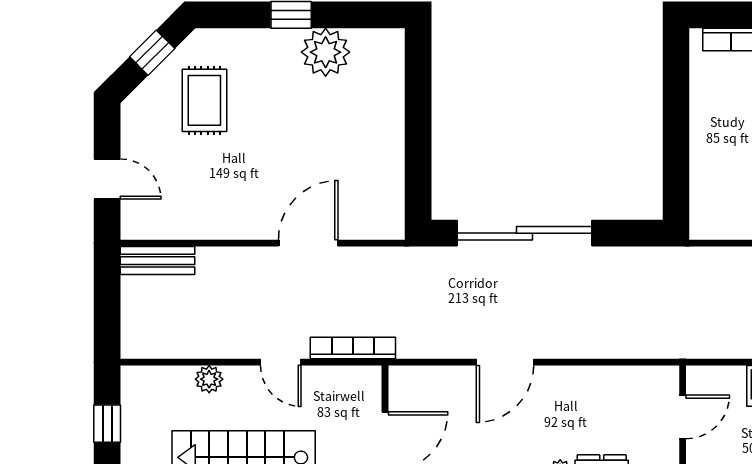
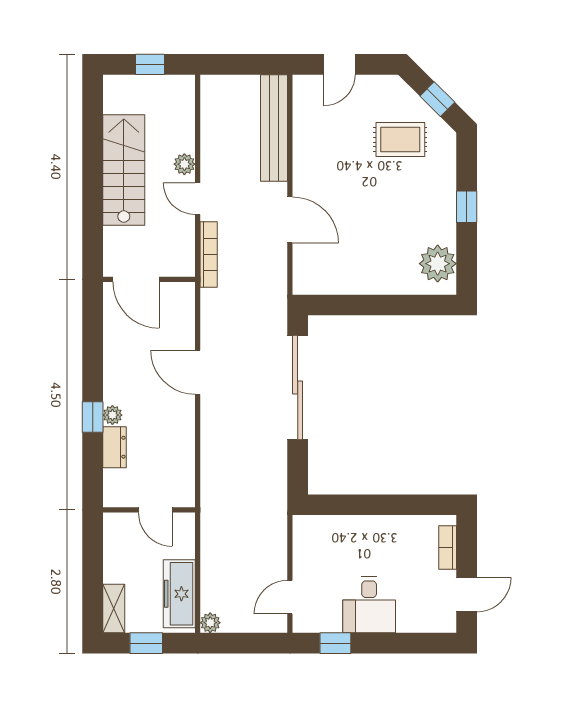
plant: (326, 52) -> (438, 264), moved
bench: (158, 261) -> (274, 128), width x1.86, depth x1.21
door: (281, 362) -> (198, 199), hinge flipped
plant: (209, 379) -> (184, 164), moved

